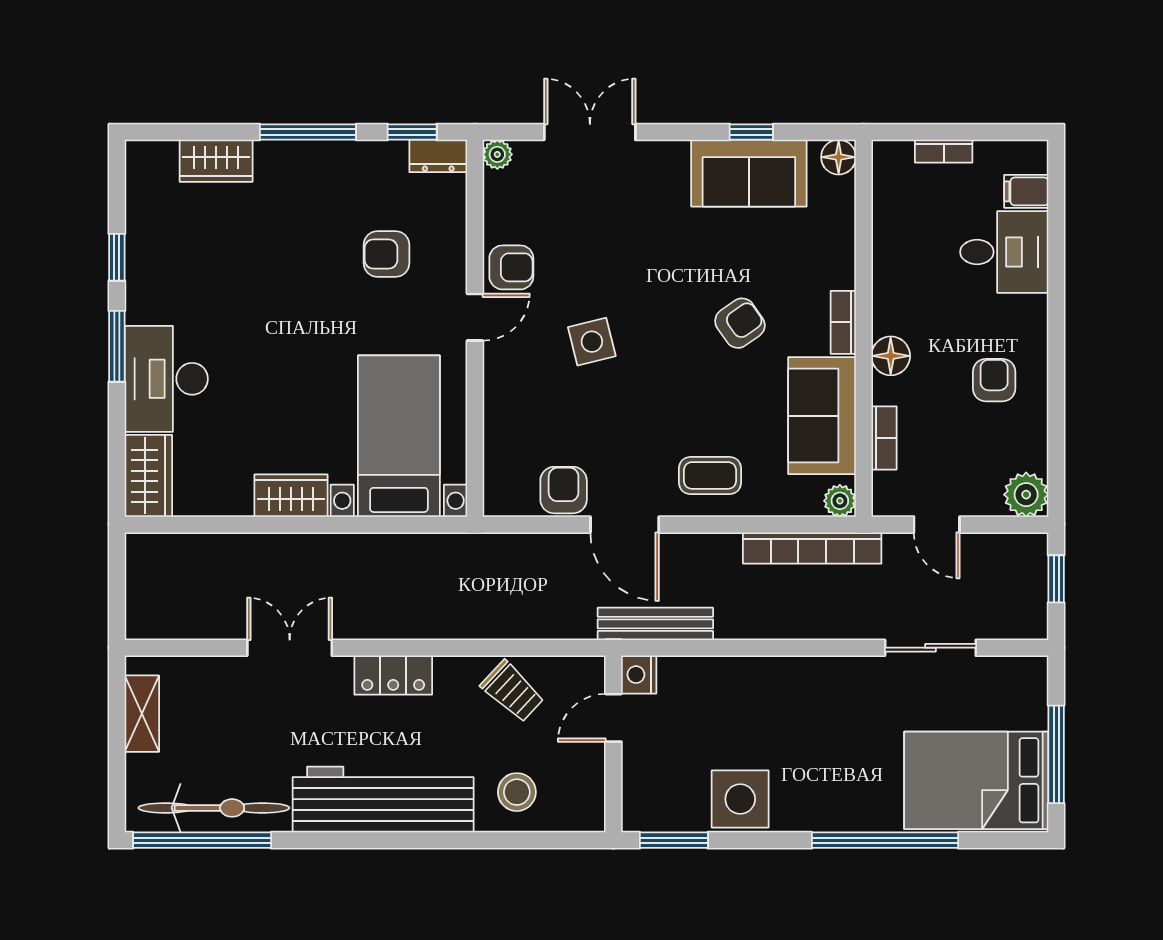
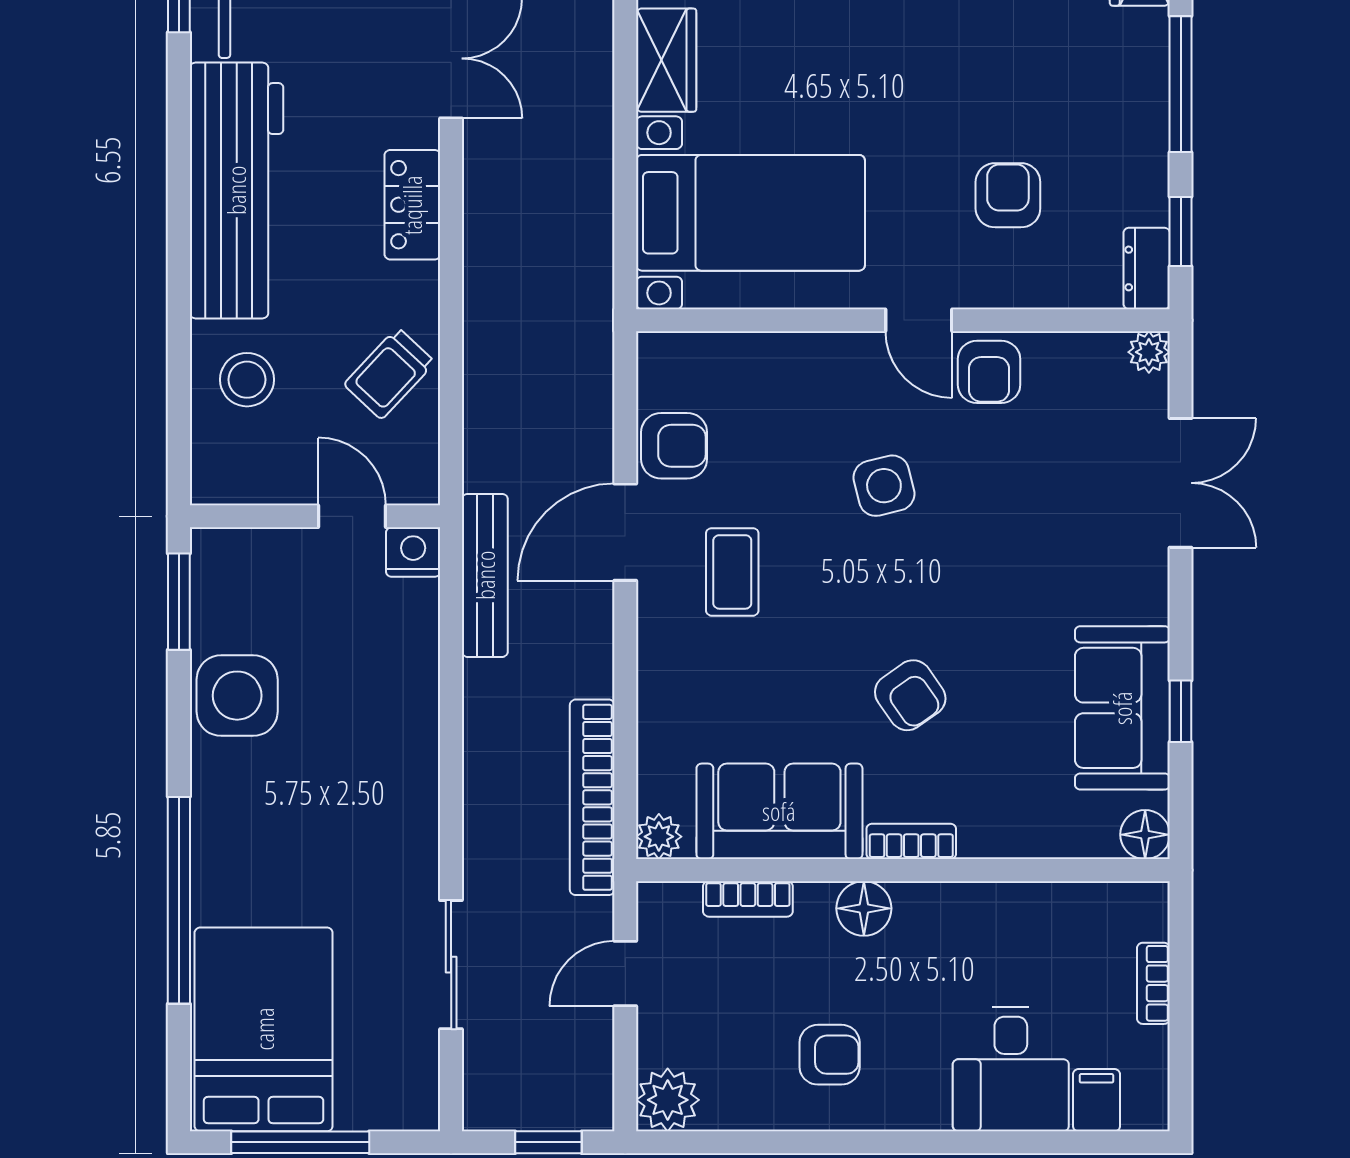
coffee table: (710, 475) -> (732, 572), moved

